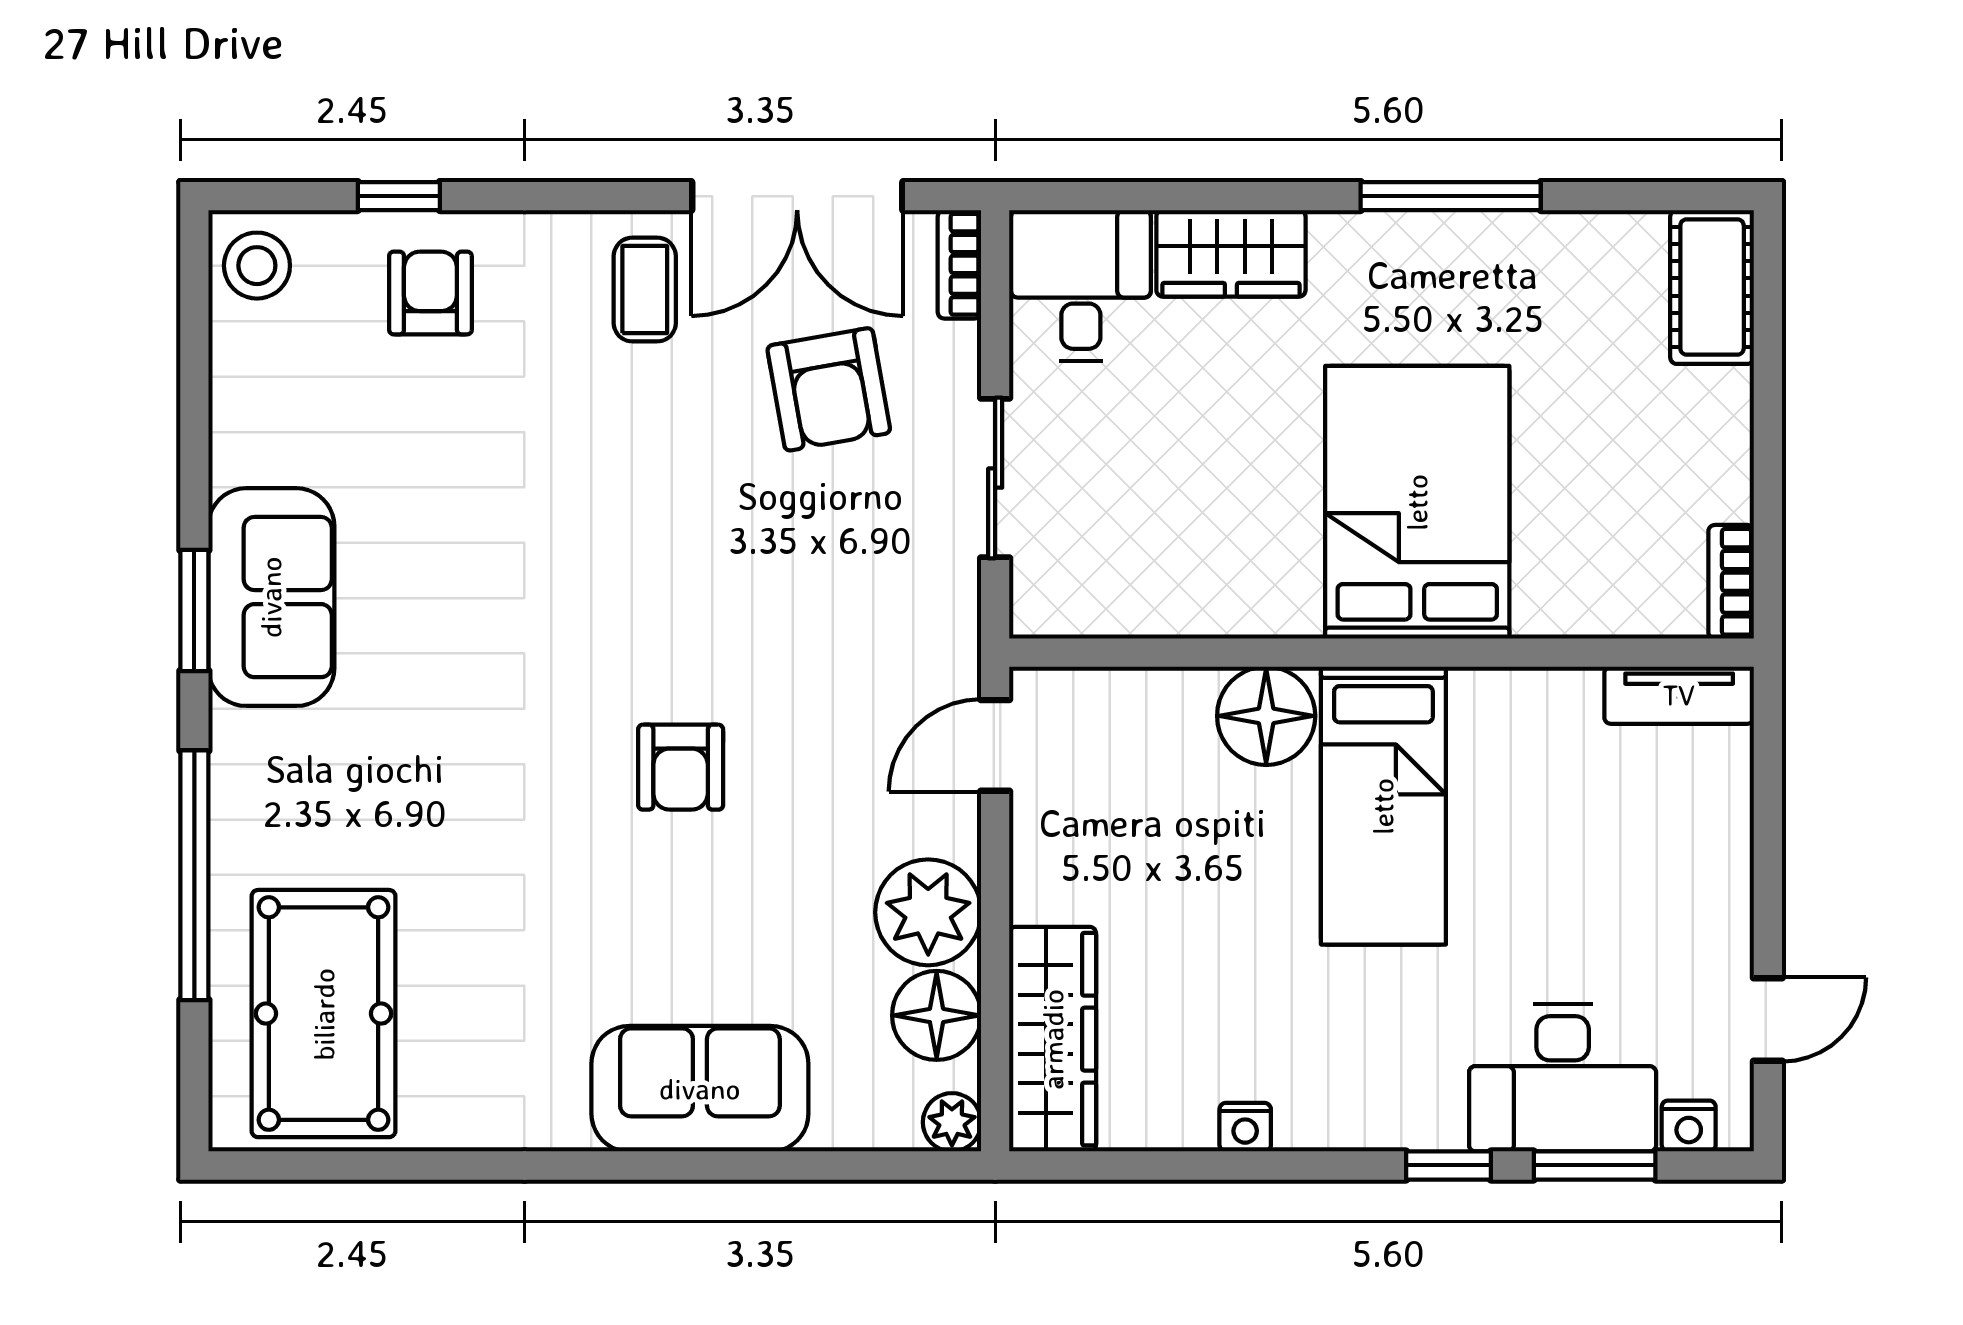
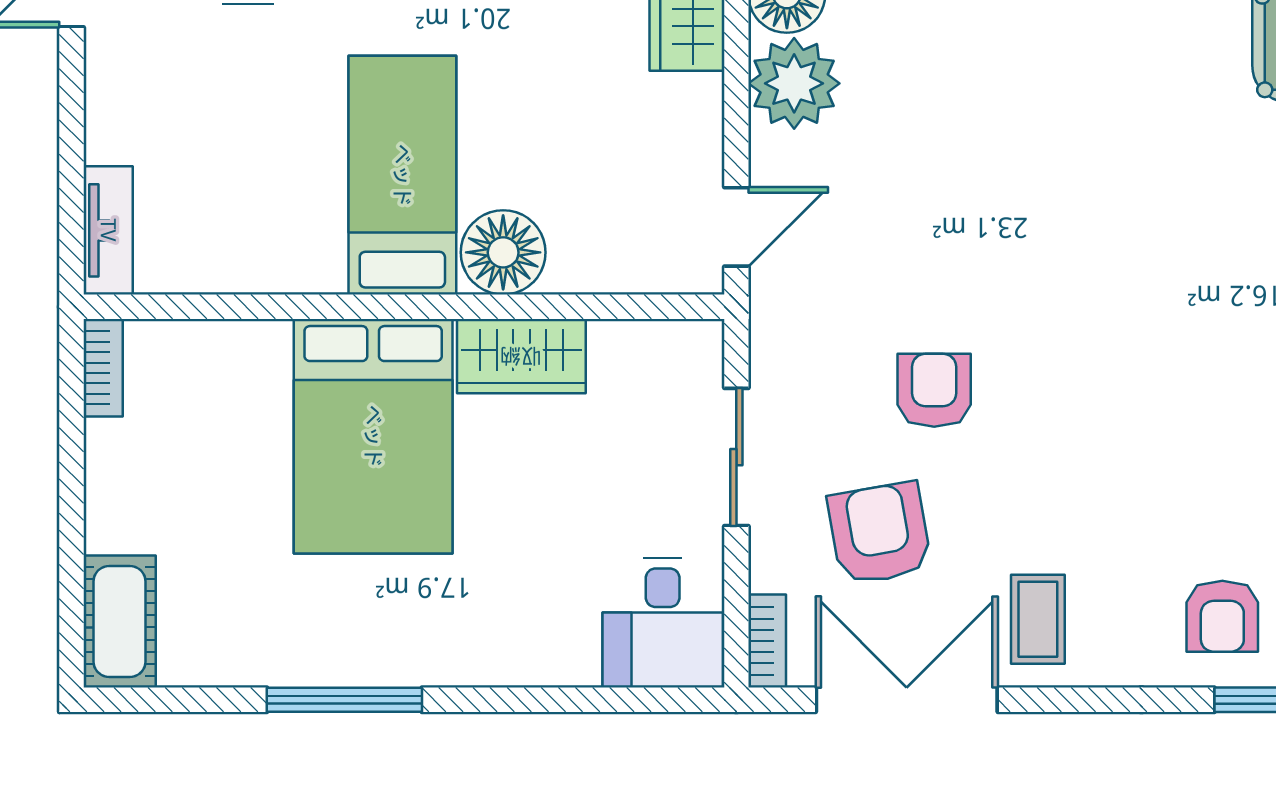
wardrobe: (1231, 253) -> (521, 356), moved, turned 180
tv unit: (1679, 695) -> (108, 230), moved, turned 90
armchair: (681, 767) -> (934, 390), moved

